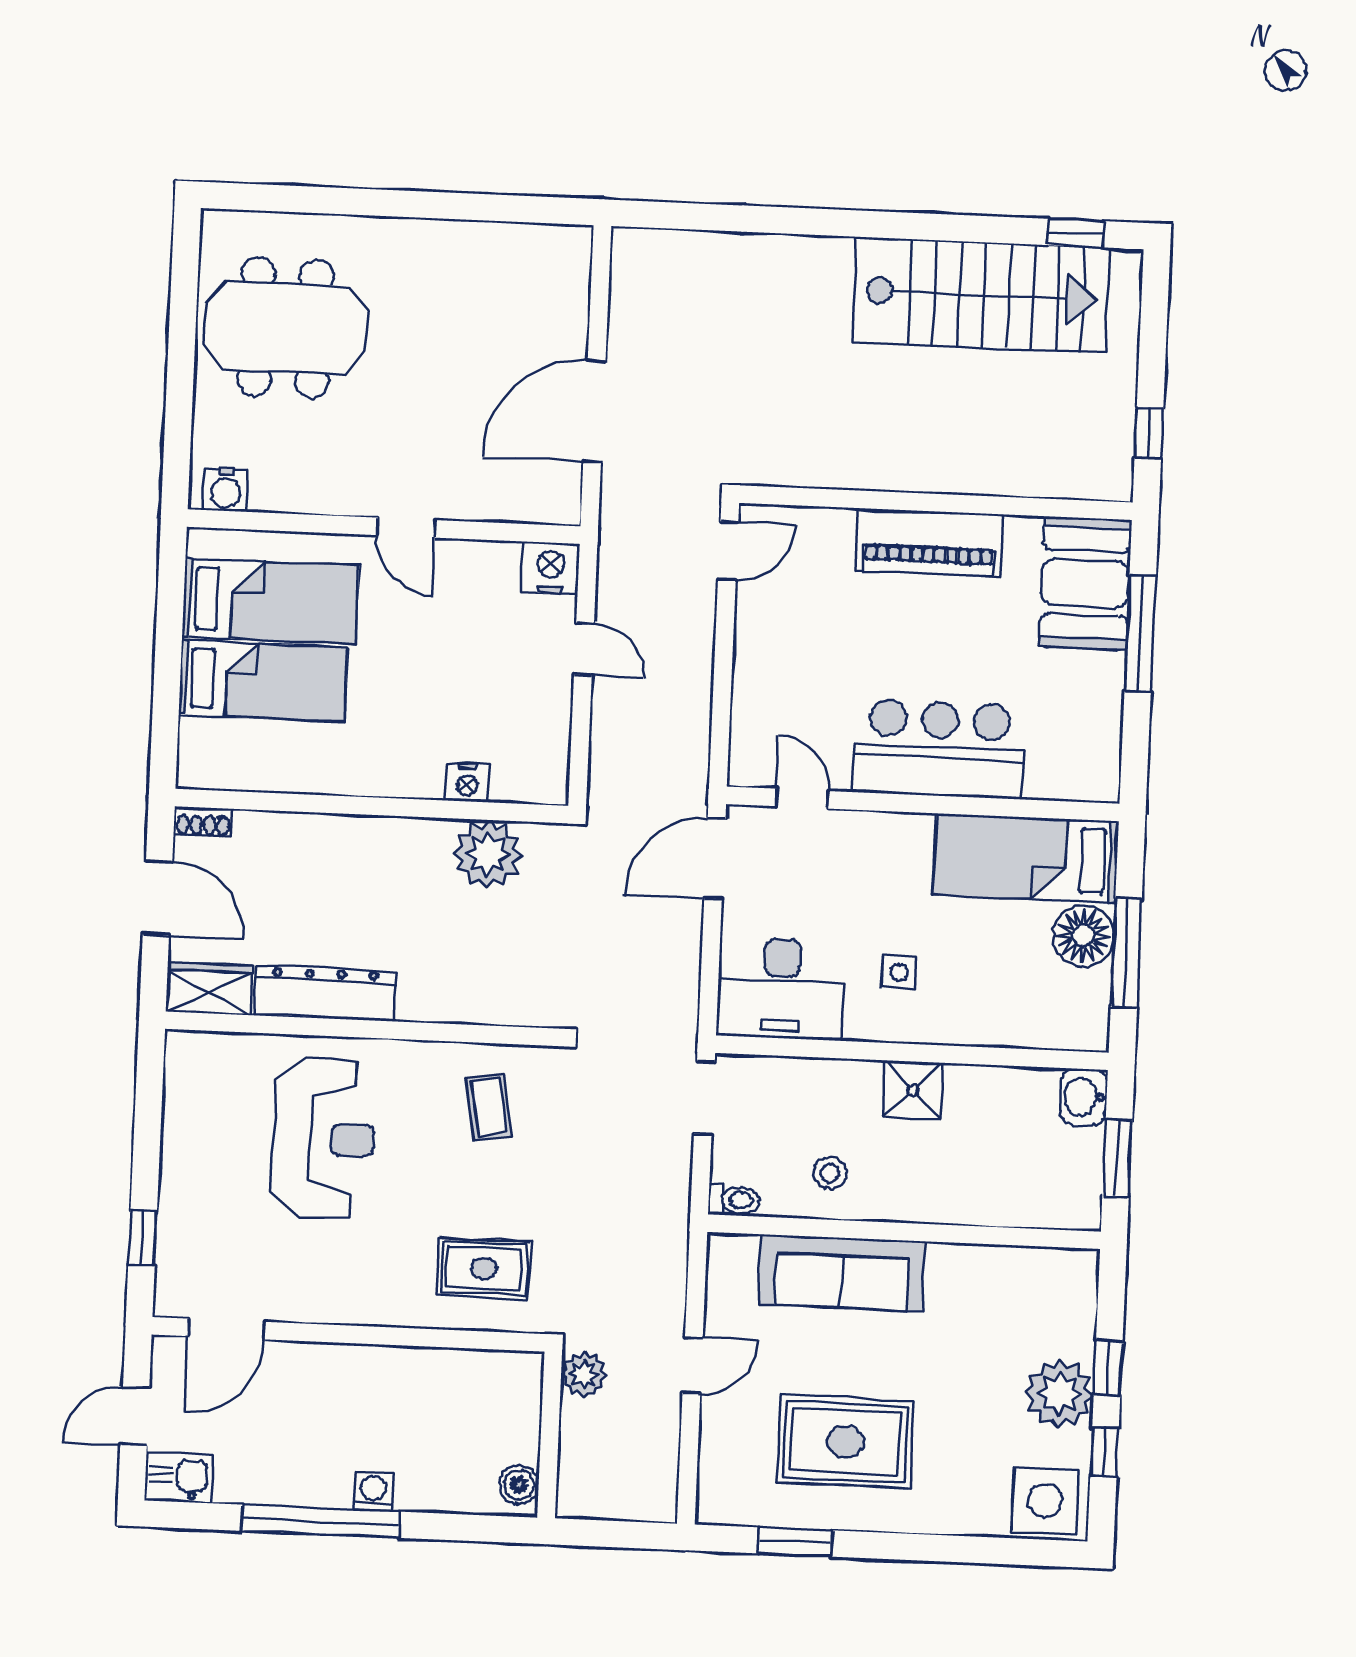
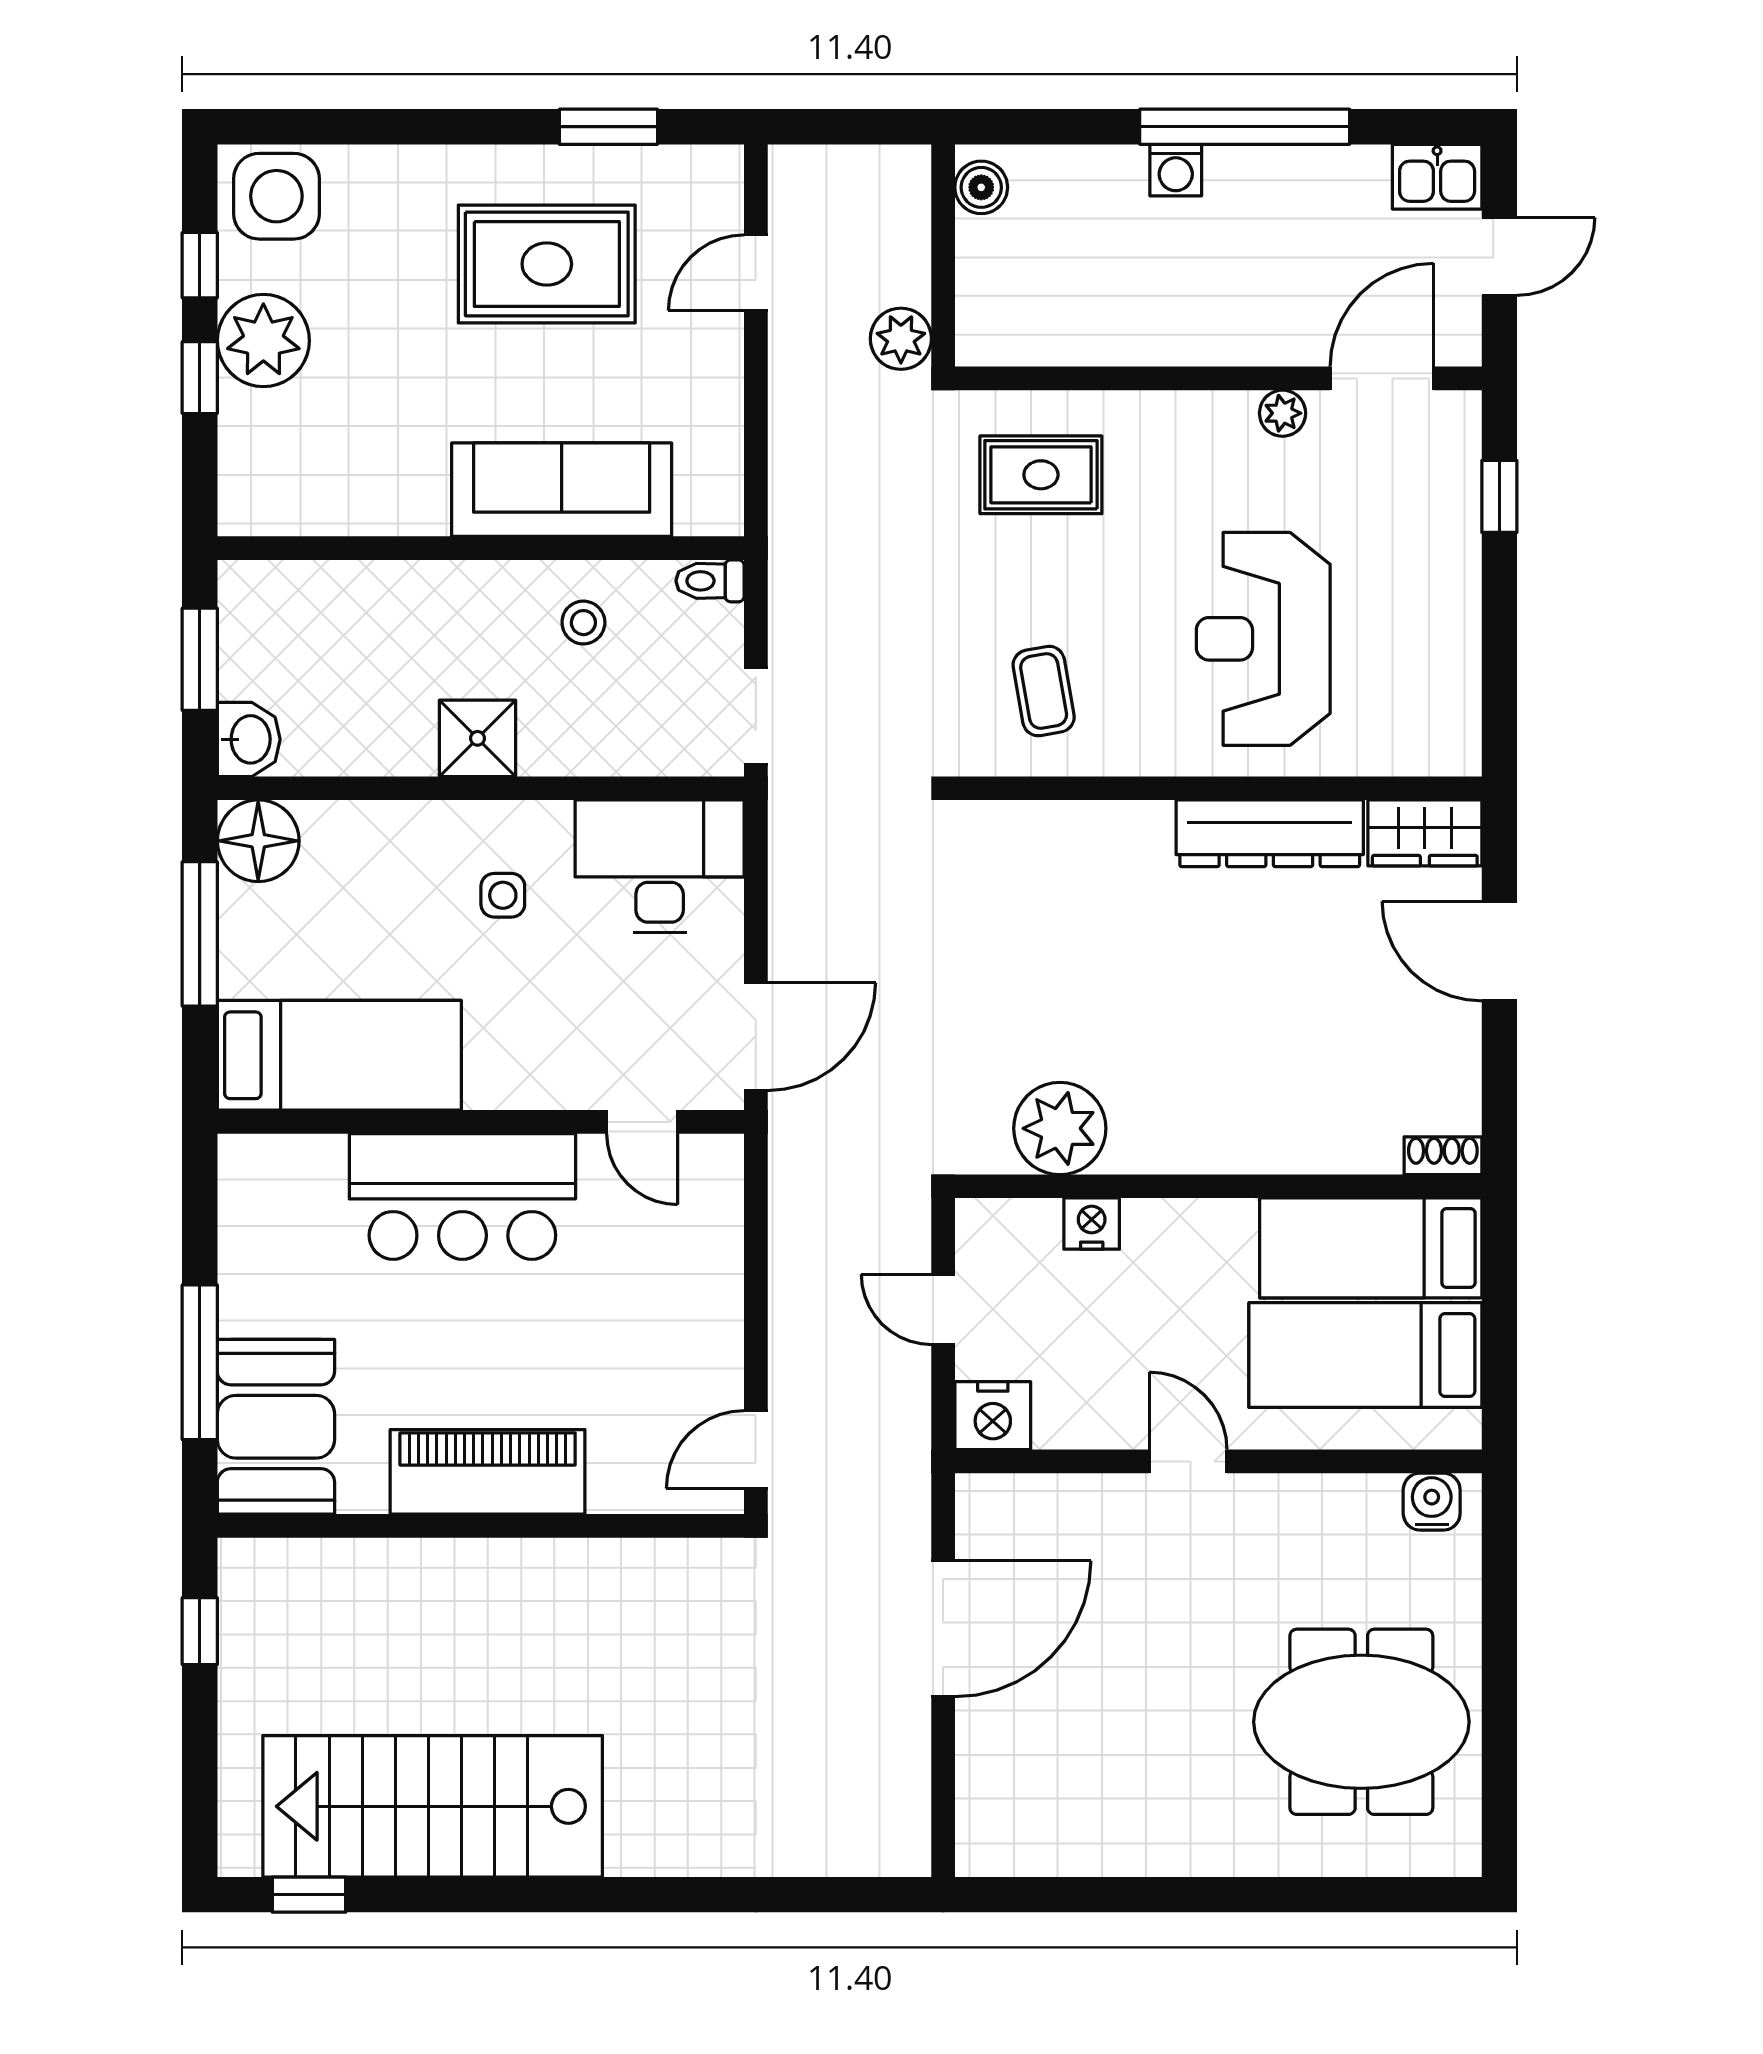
nightstand: (467, 782) -> (1092, 1224), moved
wall: (371, 806) -> (1218, 1186), moved
shoe rack: (203, 822) -> (1443, 1156), moved
plant: (488, 854) -> (1060, 1128), moved
floor lamp: (1083, 936) -> (258, 841), moved
plant: (302, 1306) -> (1283, 413), added
door: (693, 1365) -> (756, 273), moved

